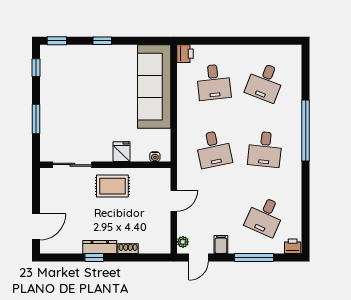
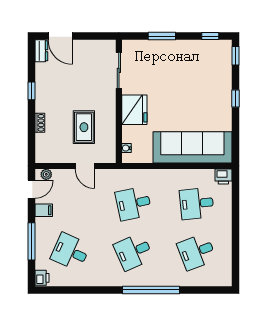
desk: (265, 82) -> (197, 252), turned -42
desk: (265, 149) -> (134, 252), turned -30
fridge: (122, 152) -> (134, 110), width x1.88, depth x1.34
rug: (112, 186) -> (84, 127), moved
dresser: (100, 247) -> (41, 51), moved, width x0.70
door: (199, 257) -> (32, 189), swing flipped

